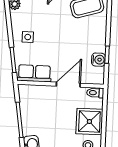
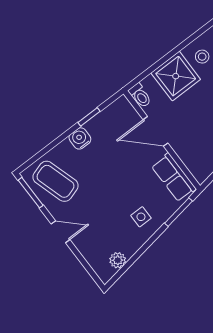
water cooler: (98, 60) -> (80, 138), moved

